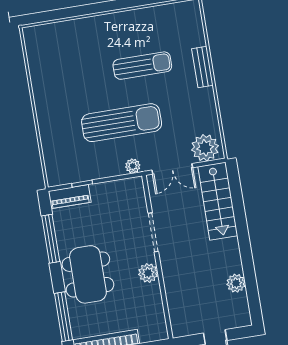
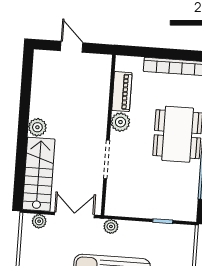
plant: (205, 148) -> (39, 221), width x0.53, depth x0.53
piano: (70, 197) -> (122, 92), moved, turned 90
plant: (236, 283) -> (37, 127), moved

